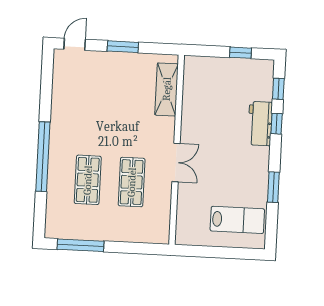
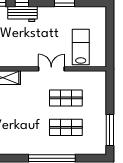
lab bench: (237, 220) -> (81, 47), moved

